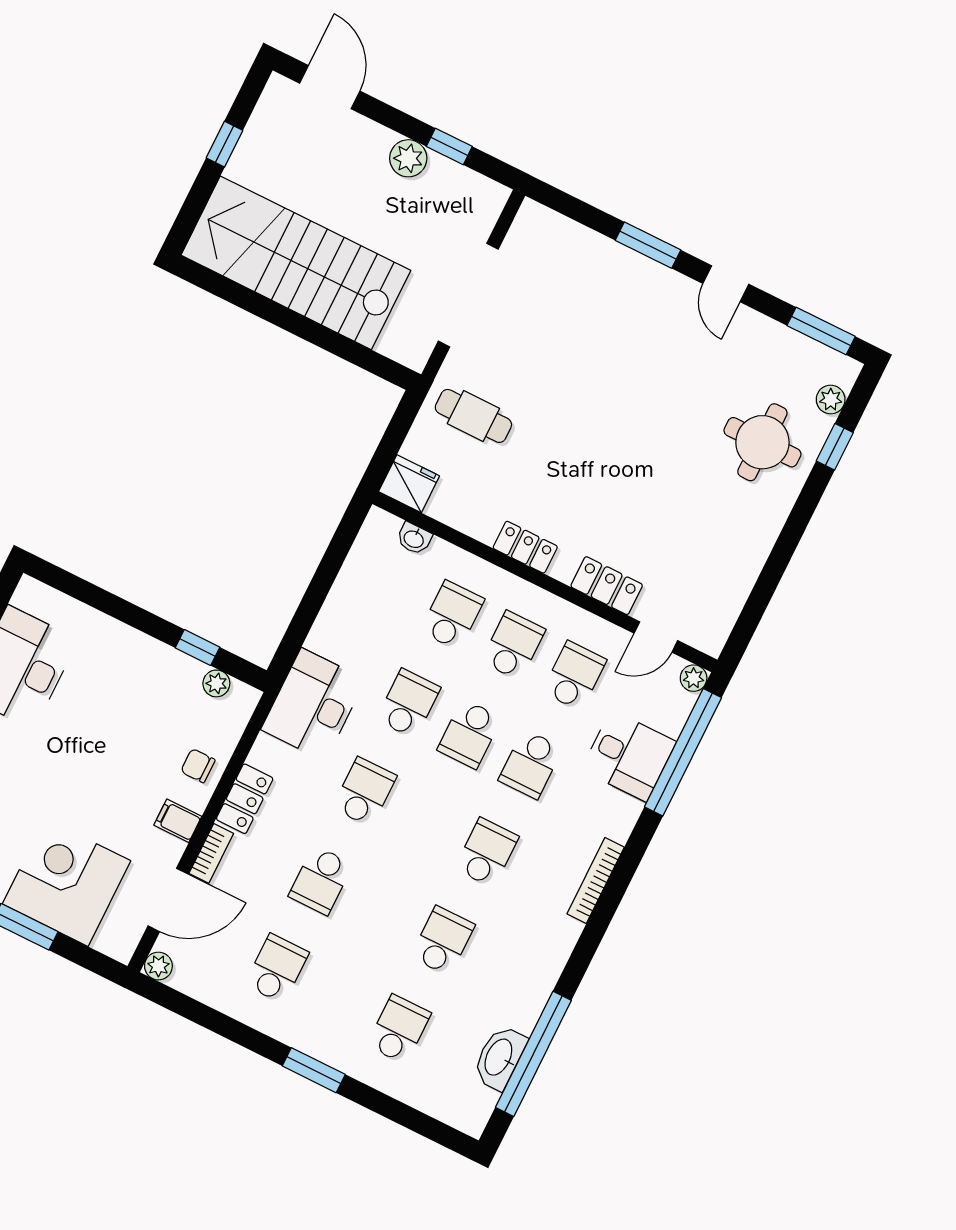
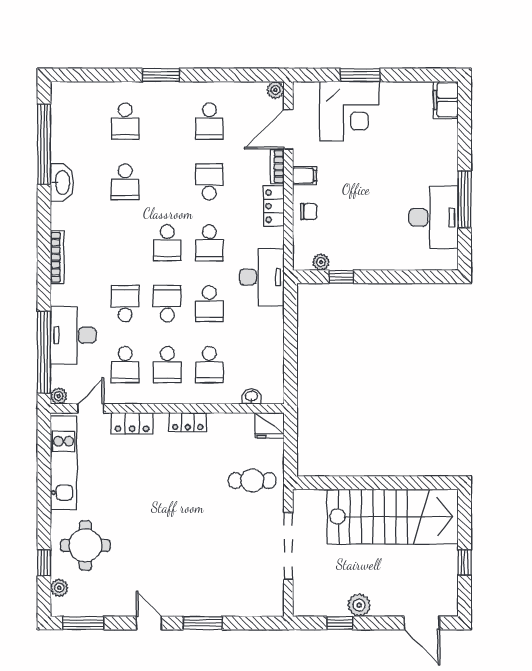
kitchen unit: (734, 578) -> (64, 463), added
desk: (629, 756) -> (73, 335), width x1.37
school desk: (487, 853) -> (167, 243), moved
washbasin: (499, 1058) -> (62, 182), moved

